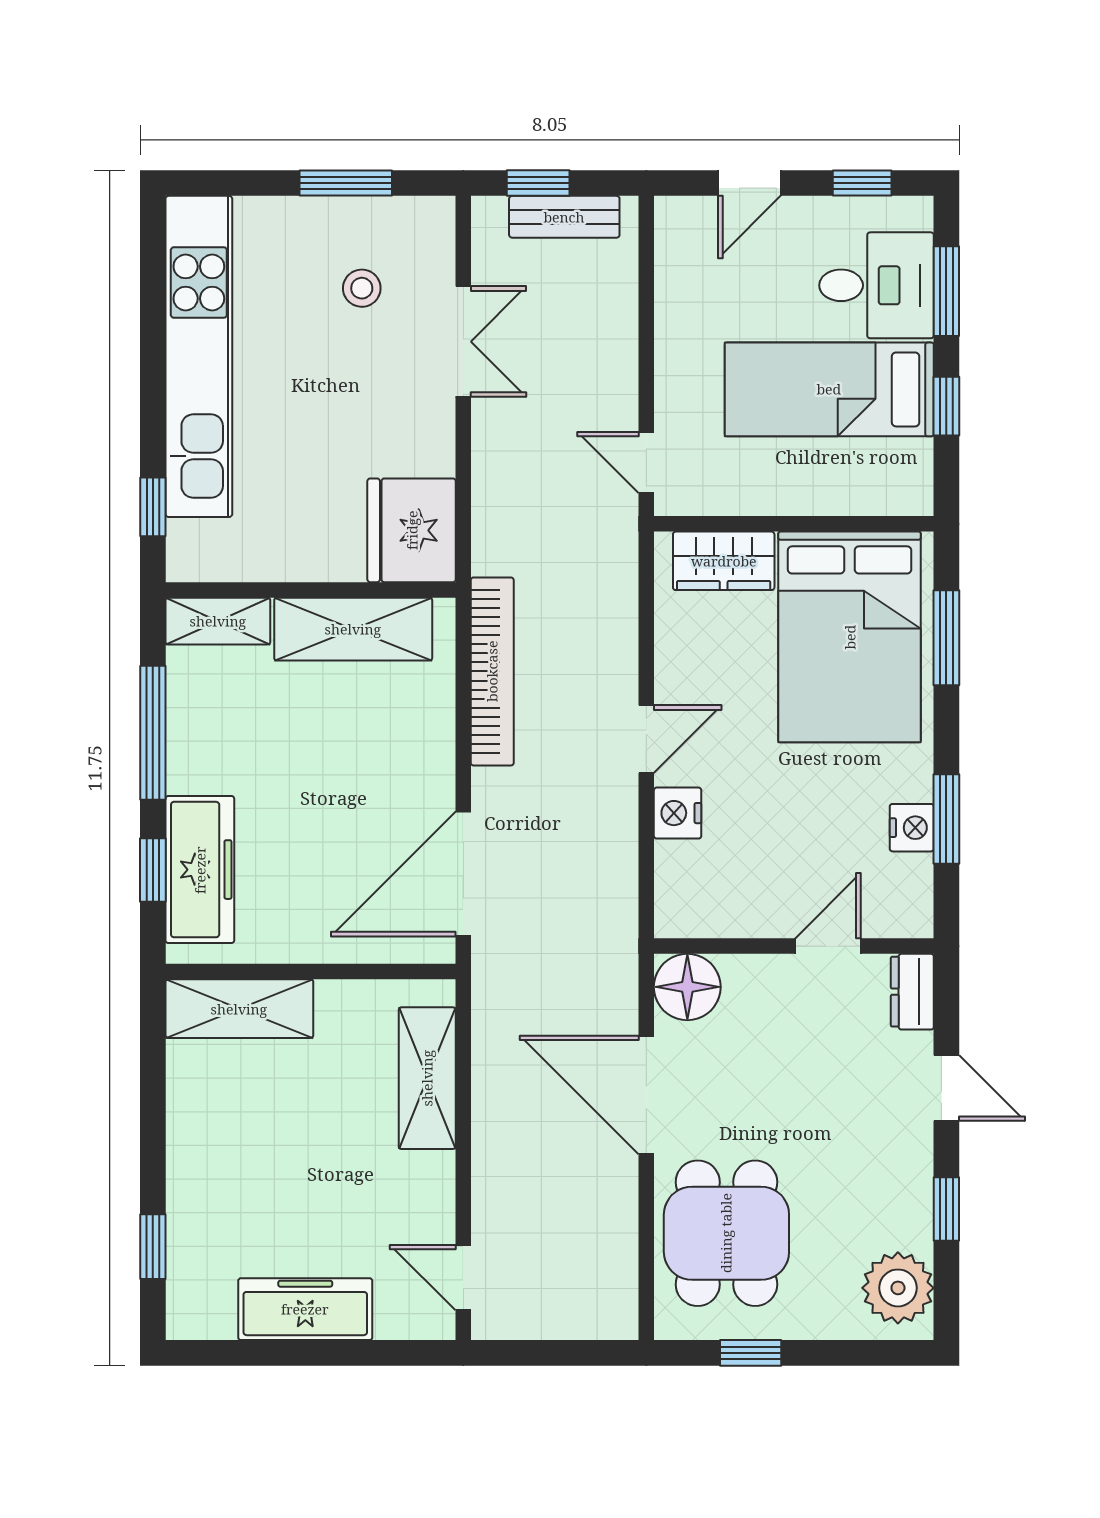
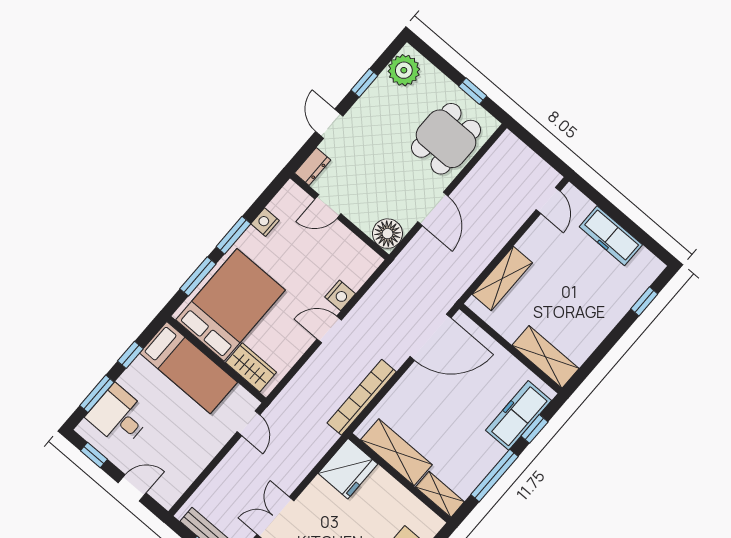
bed: (829, 389) -> (188, 368), moved
window: (946, 819) -> (233, 235), moved
door: (646, 1095) -> (433, 209), width x0.73

